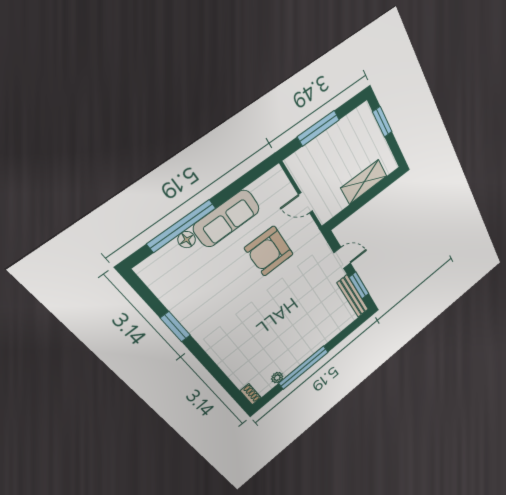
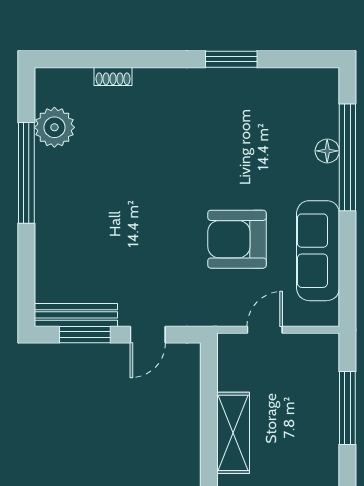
sofa: (227, 218) -> (318, 251), moved
armchair: (269, 251) -> (237, 239), turned -90
plant: (277, 378) -> (54, 127), width x1.88, depth x1.88
shoe rack: (251, 394) -> (113, 76), moved

